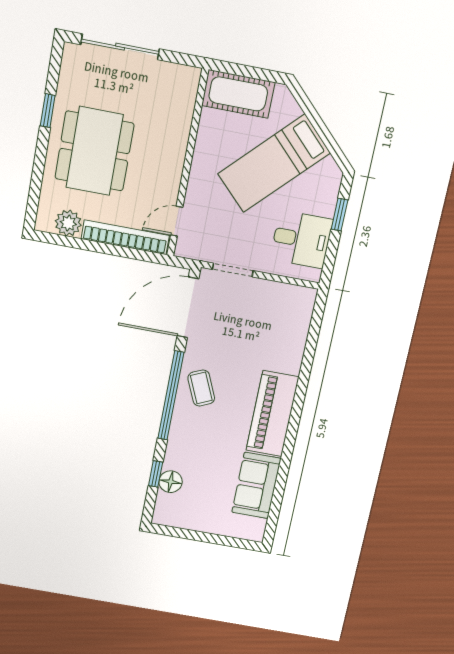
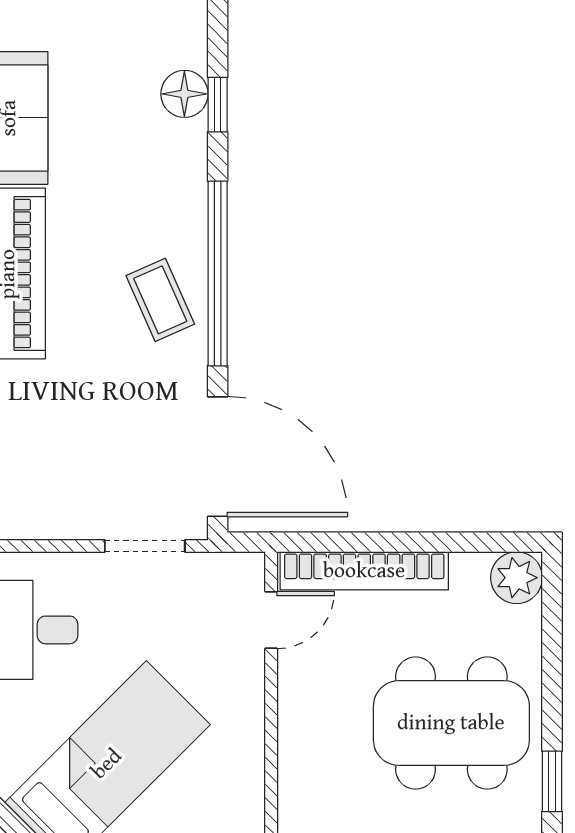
dining table: (94, 151) -> (451, 723), turned 90
plant: (68, 223) -> (517, 578), moved
door: (188, 307) -> (218, 457), hinge flipped

